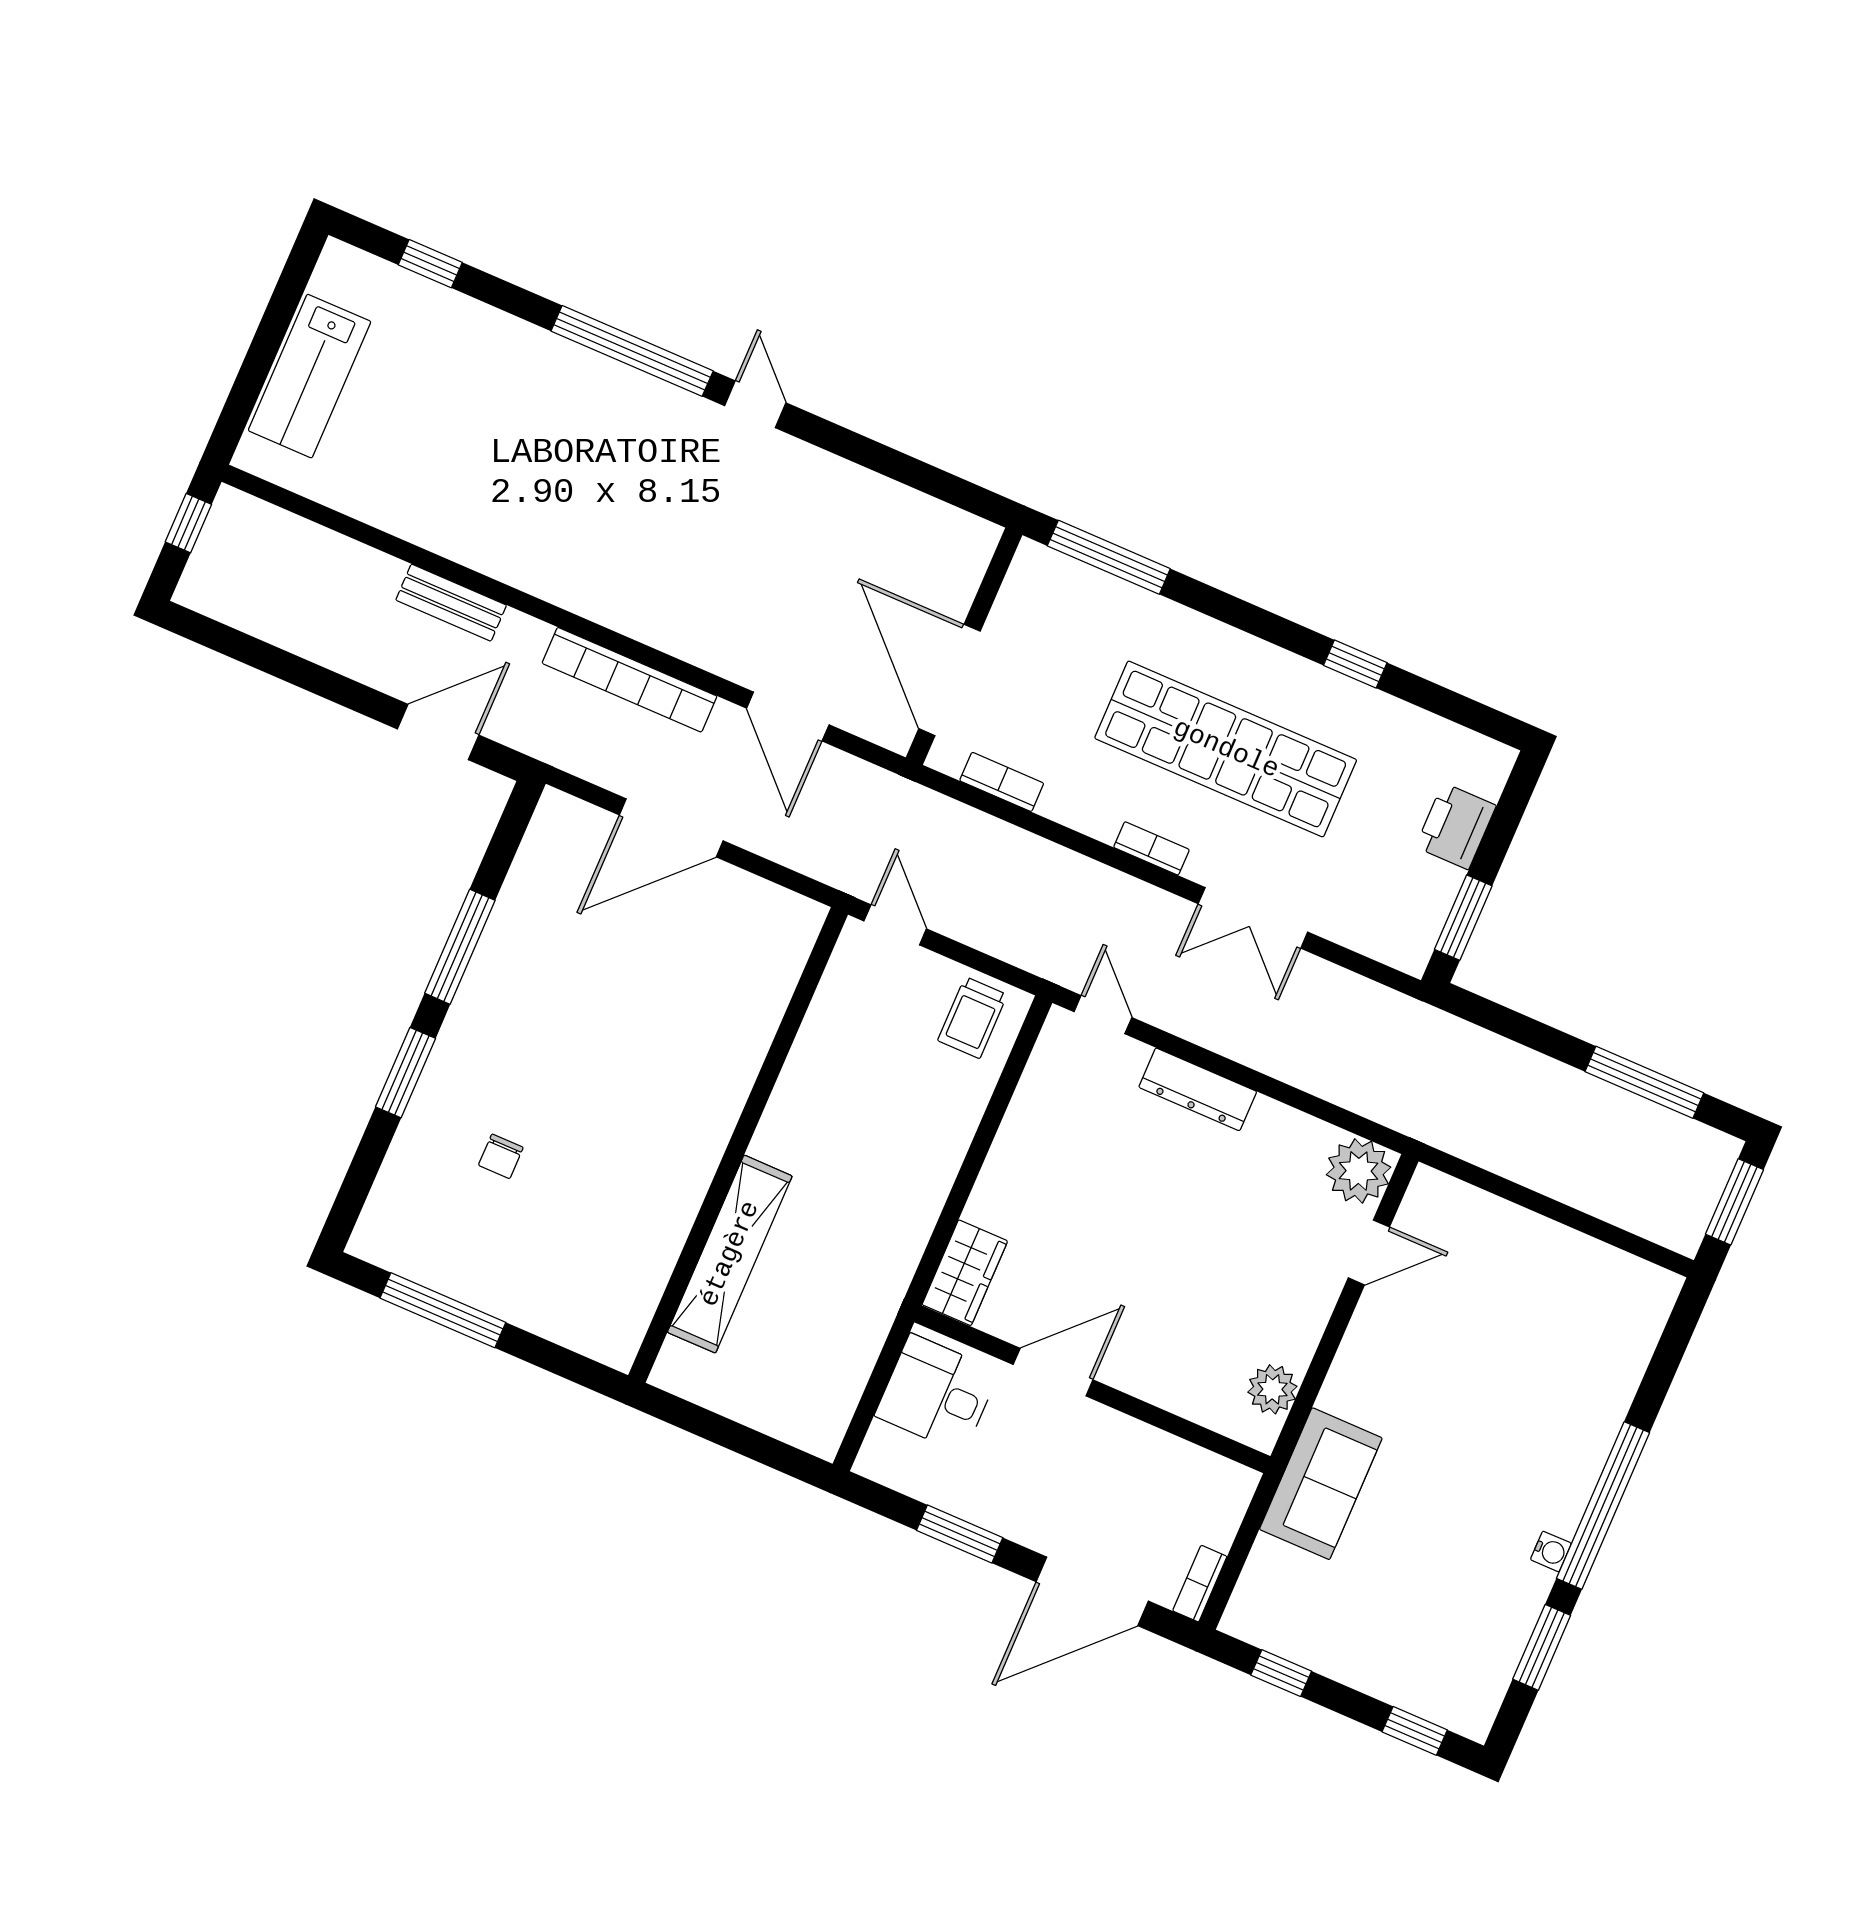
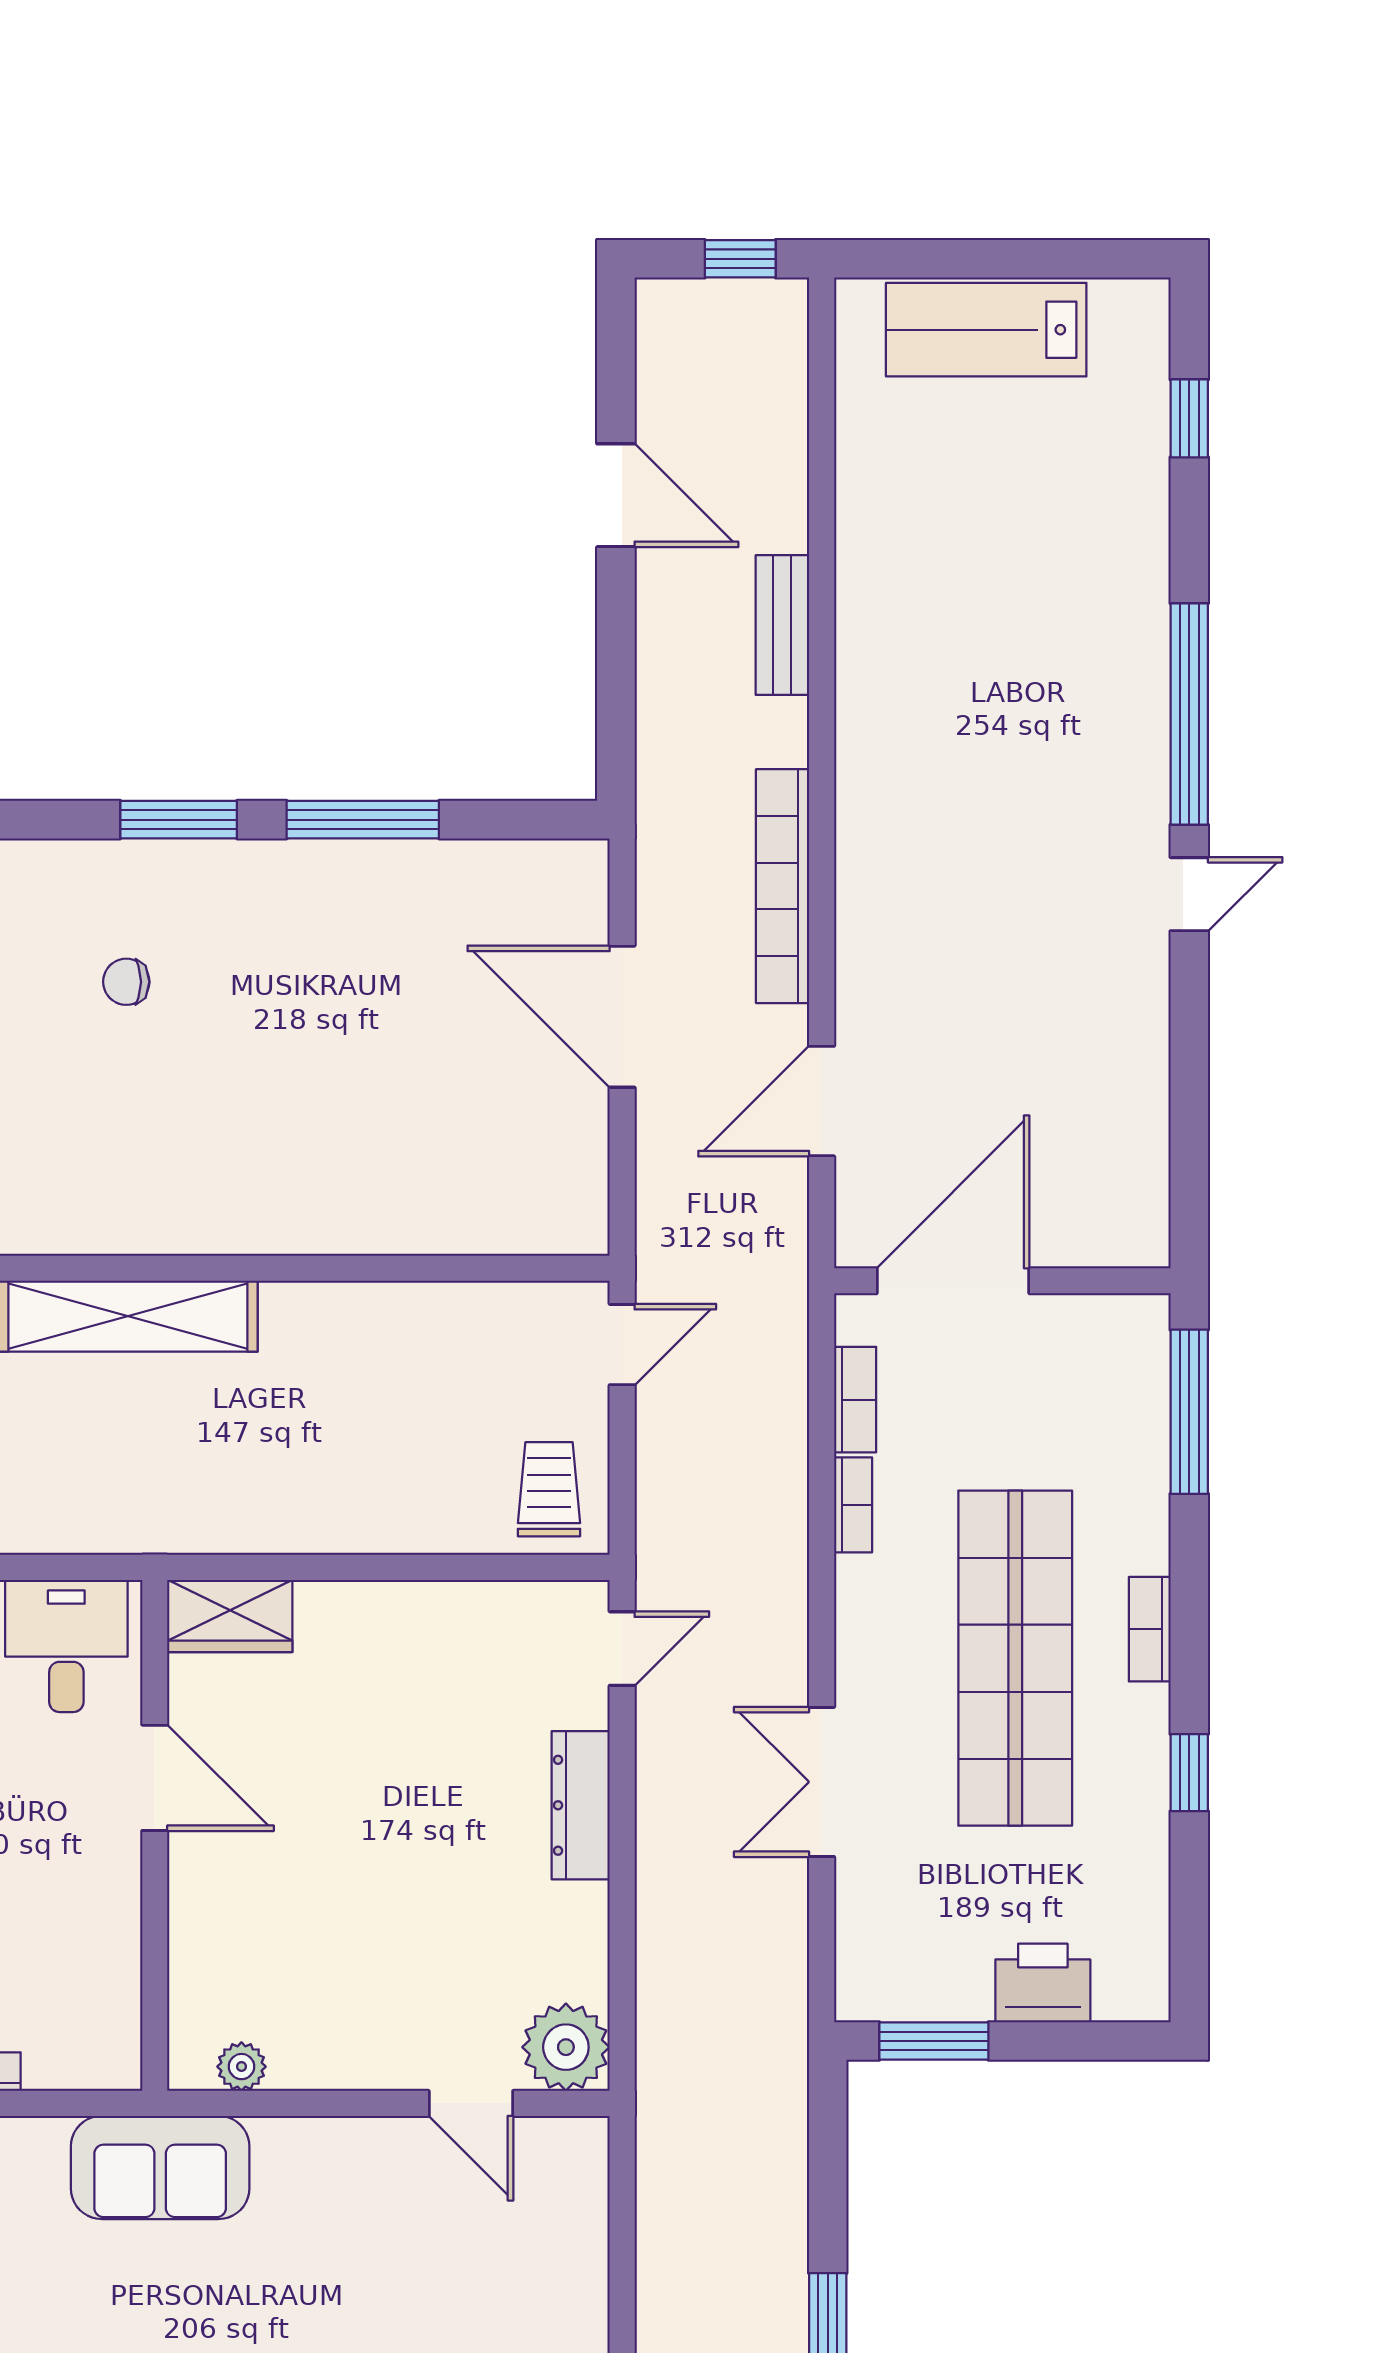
bookcase: (1246, 649) -> (1150, 1629), added
door: (438, 732) -> (616, 495), moved
bookcase: (1151, 848) -> (853, 1505), moved
trolley: (972, 1018) -> (549, 1489), turned 90
plant: (1272, 1389) -> (241, 2067), width x0.73, depth x0.73

